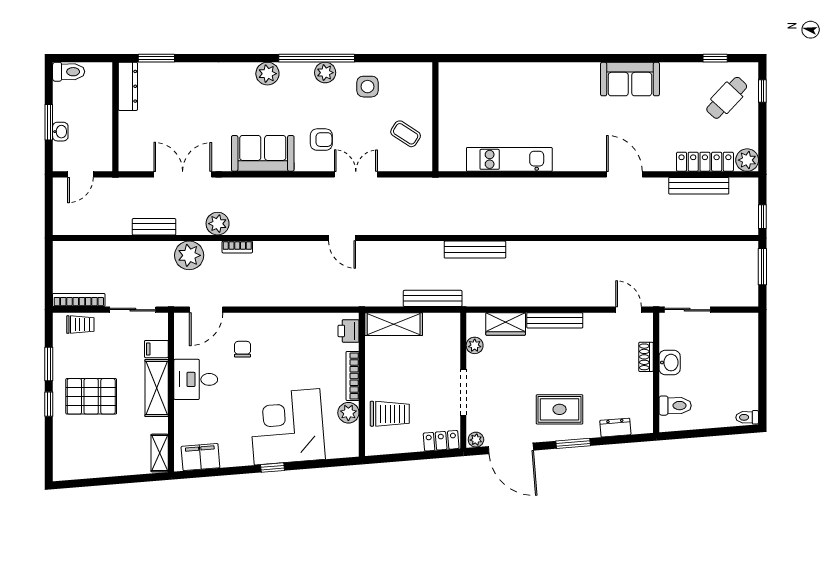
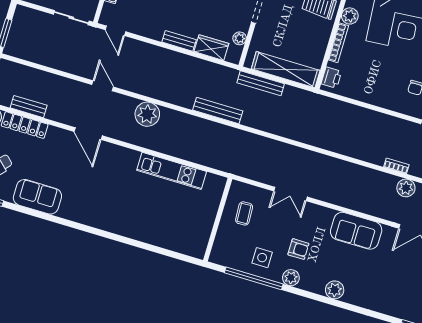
window: (317, 58) -> (254, 278), moved
sofa: (630, 79) -> (37, 197), moved
coffee table: (406, 134) -> (244, 213), turned 54
armchair: (321, 140) -> (298, 249), moved, turned 180
bench: (699, 186) -> (29, 107), width x0.73
plant: (559, 220) -> (147, 114), added
door: (342, 238) -> (103, 86), moved
bench: (555, 320) -> (179, 41), width x0.73
shelving: (394, 324) -> (286, 70), width x1.47

